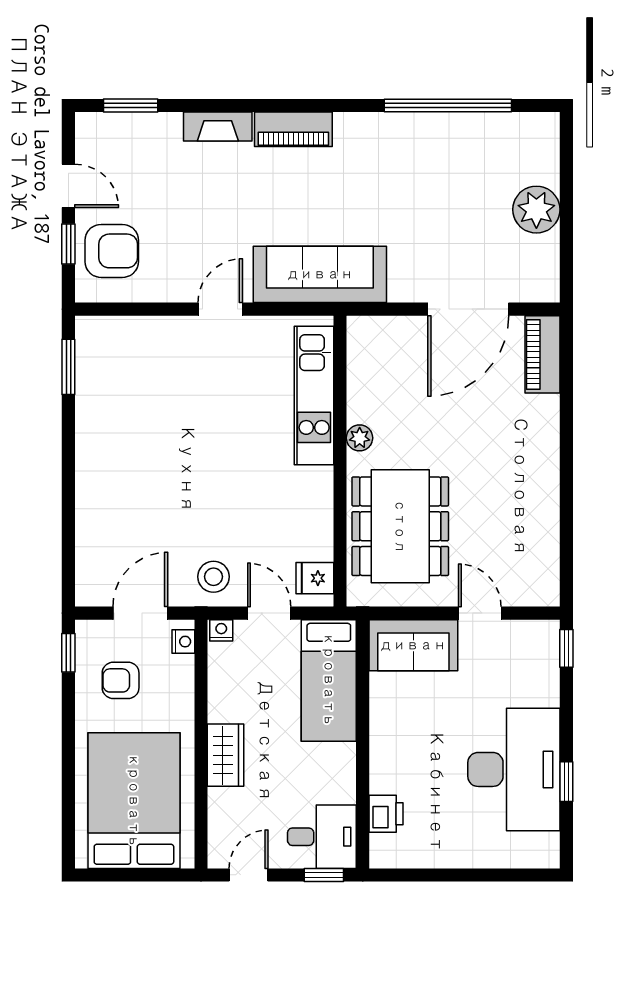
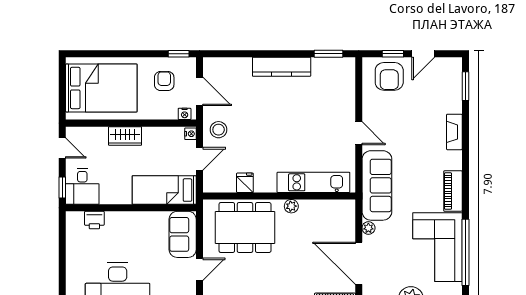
piano: (293, 129) -> (453, 191), moved
corner sofa: (438, 159) -> (437, 247), added
plant: (401, 291) -> (368, 228), added
kitchen counter: (93, 456) -> (282, 67), added
fridge: (315, 578) -> (245, 183), moved

